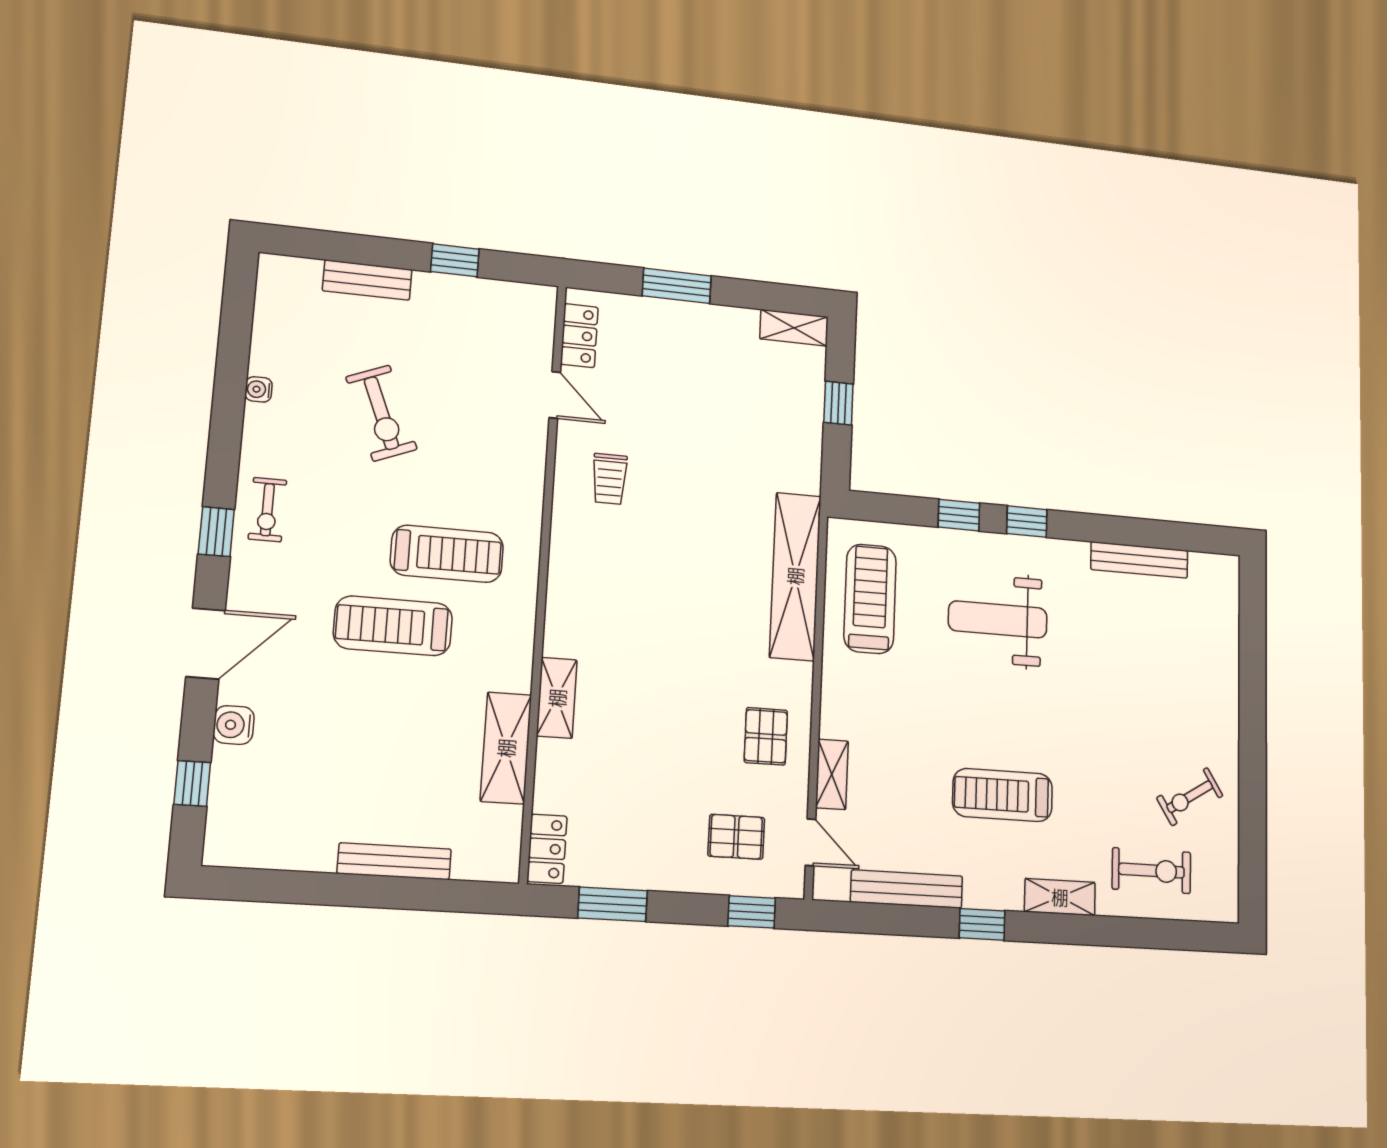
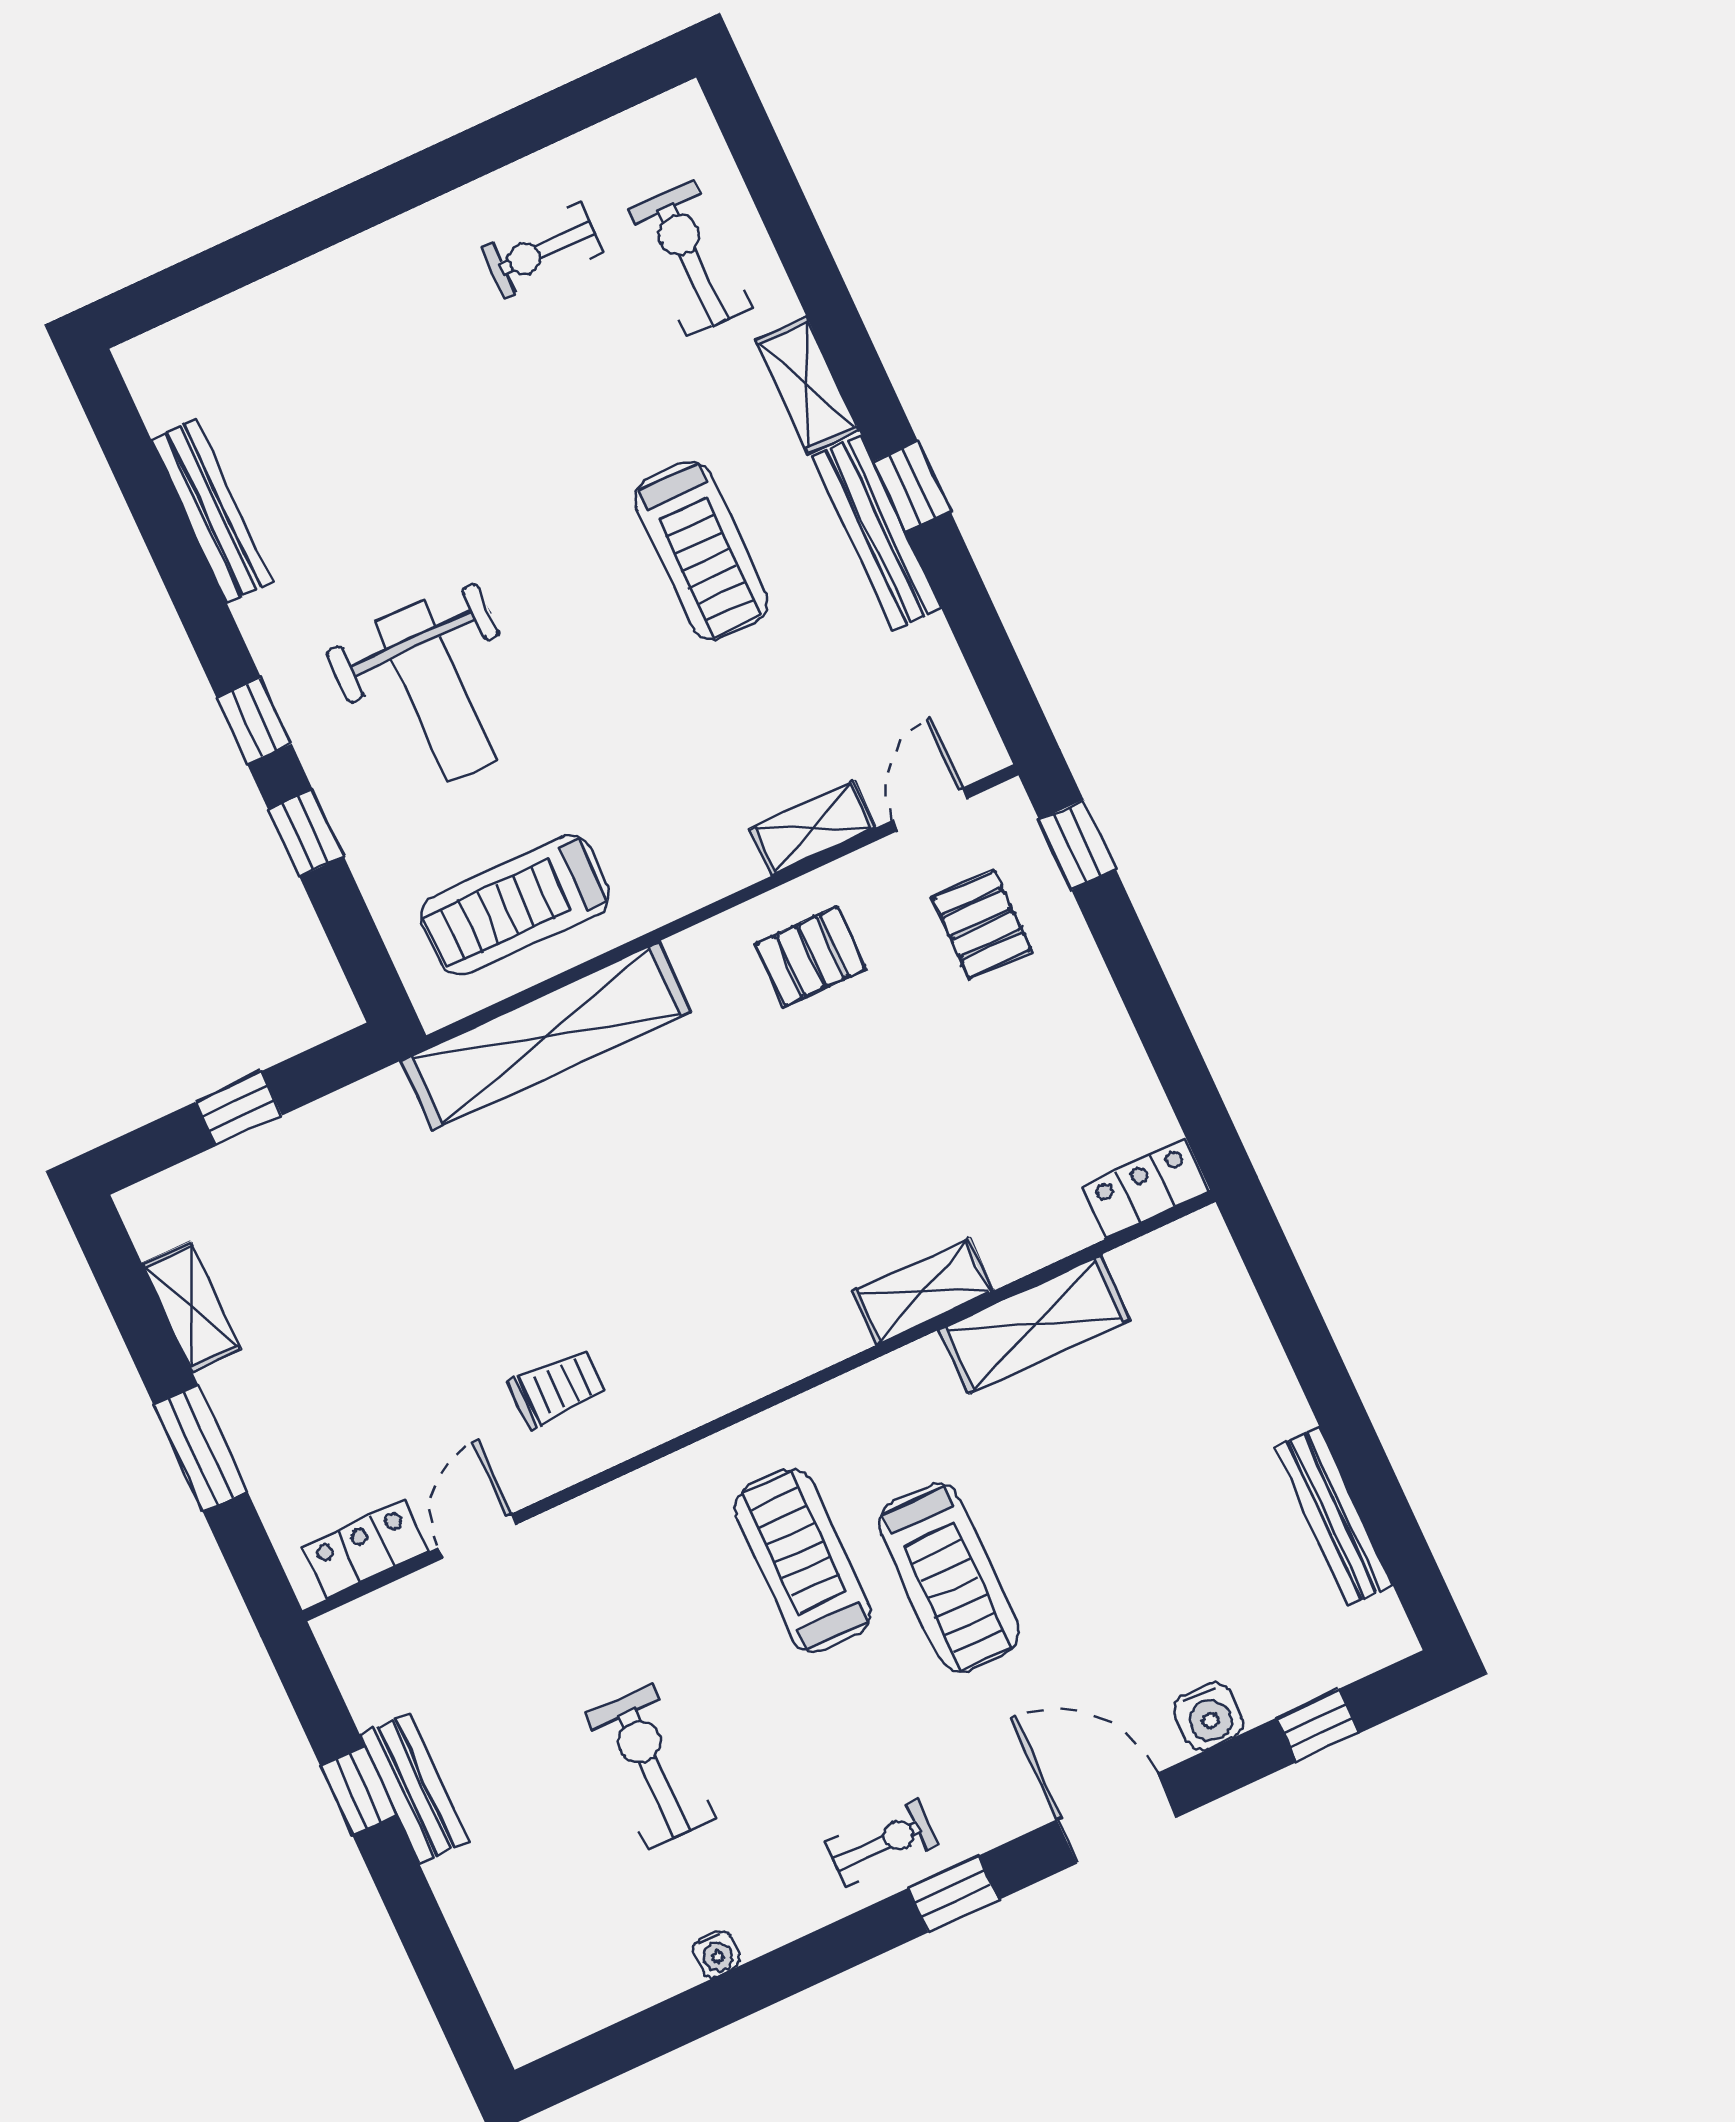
bench: (367, 280) -> (414, 1788), moved
shelving: (794, 328) -> (191, 1306), moved
exercise bike: (381, 413) -> (650, 1766), turned -68
exercise bike: (1190, 797) -> (542, 250), turned 122
bench: (394, 861) -> (1334, 1516), moved
bench: (907, 889) -> (877, 533), moved
window: (613, 904) -> (1174, 1053), removed

